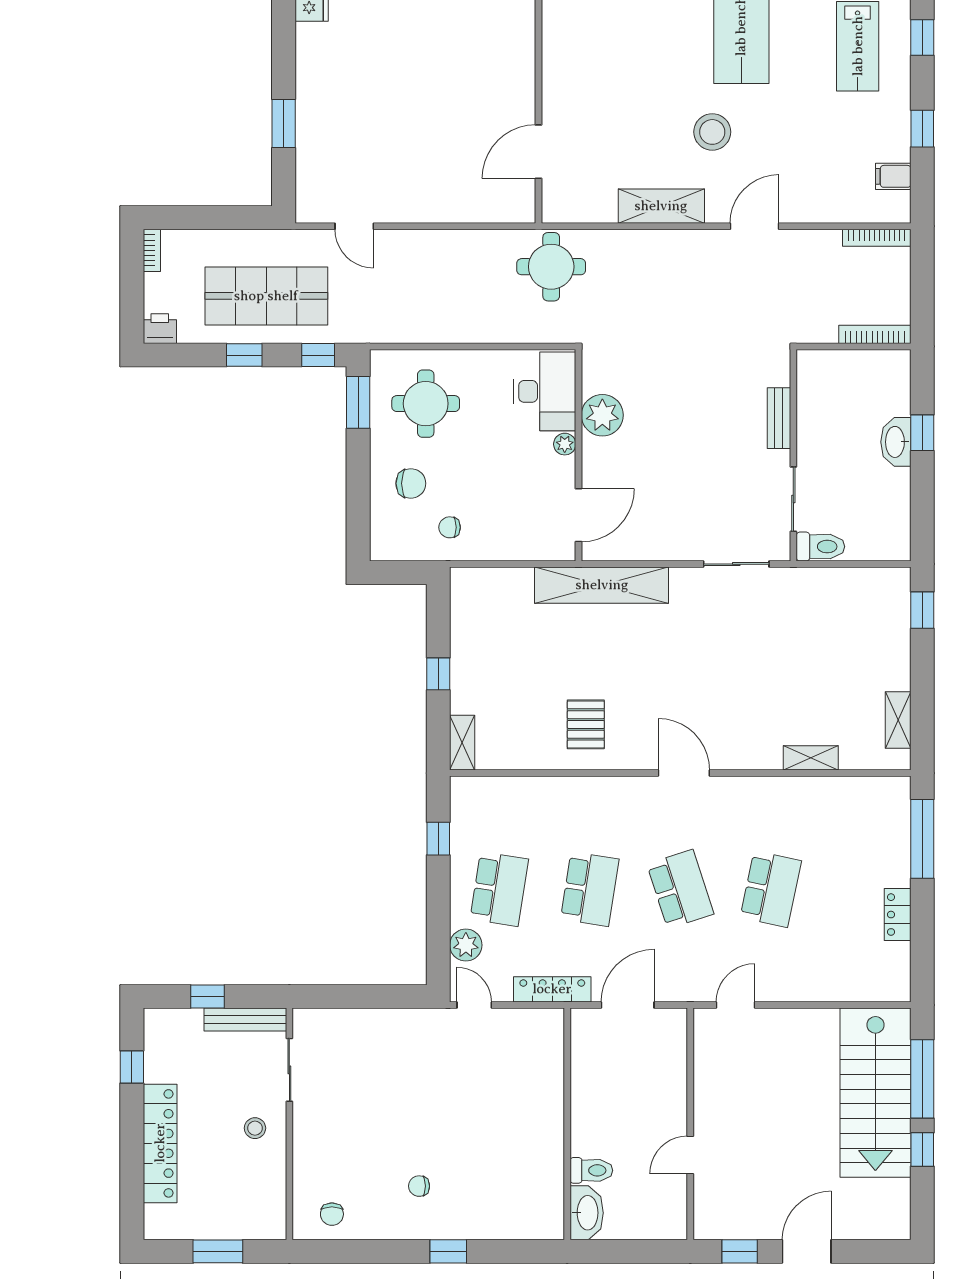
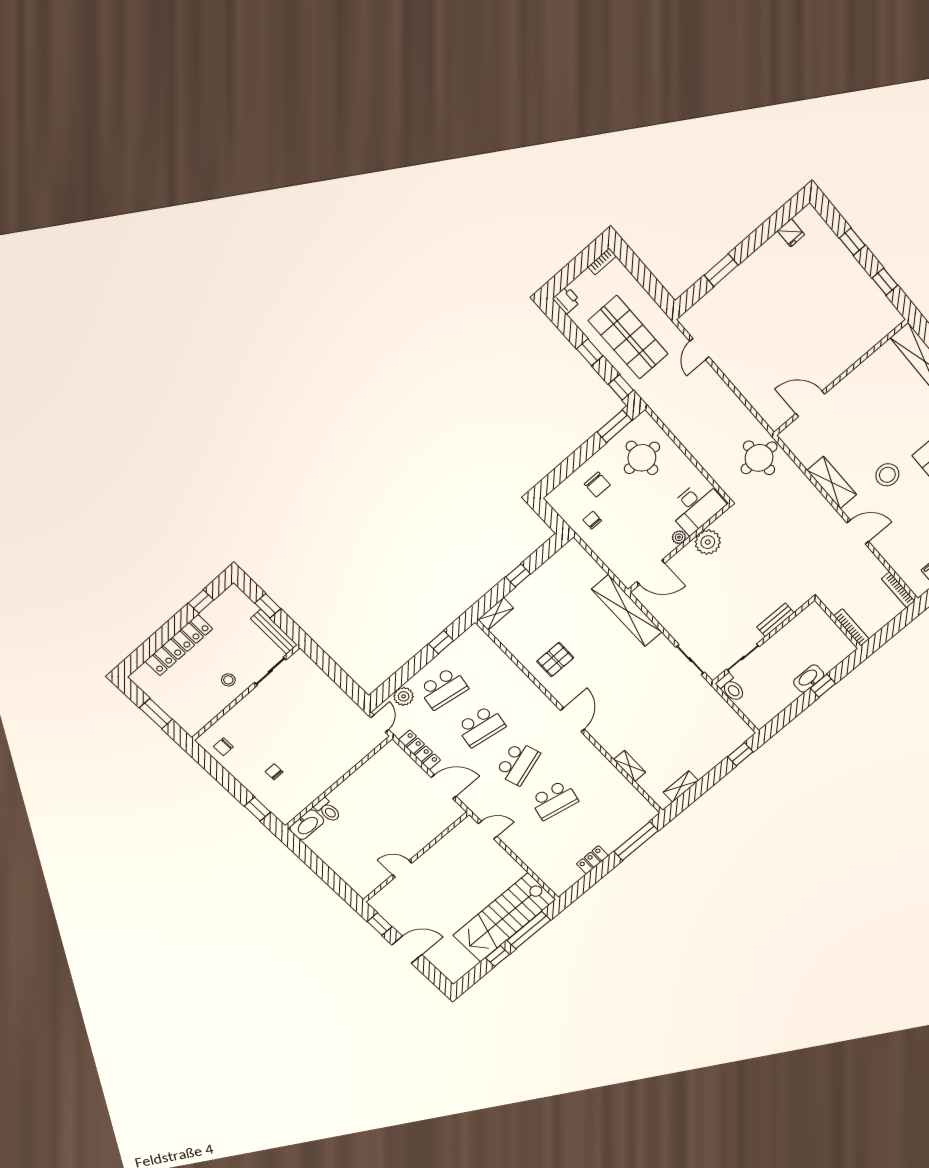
wall: (567, 1124) -> (338, 782), moved
toilet: (591, 1170) -> (328, 810), moved
washbasin: (587, 1213) -> (307, 825), moved

